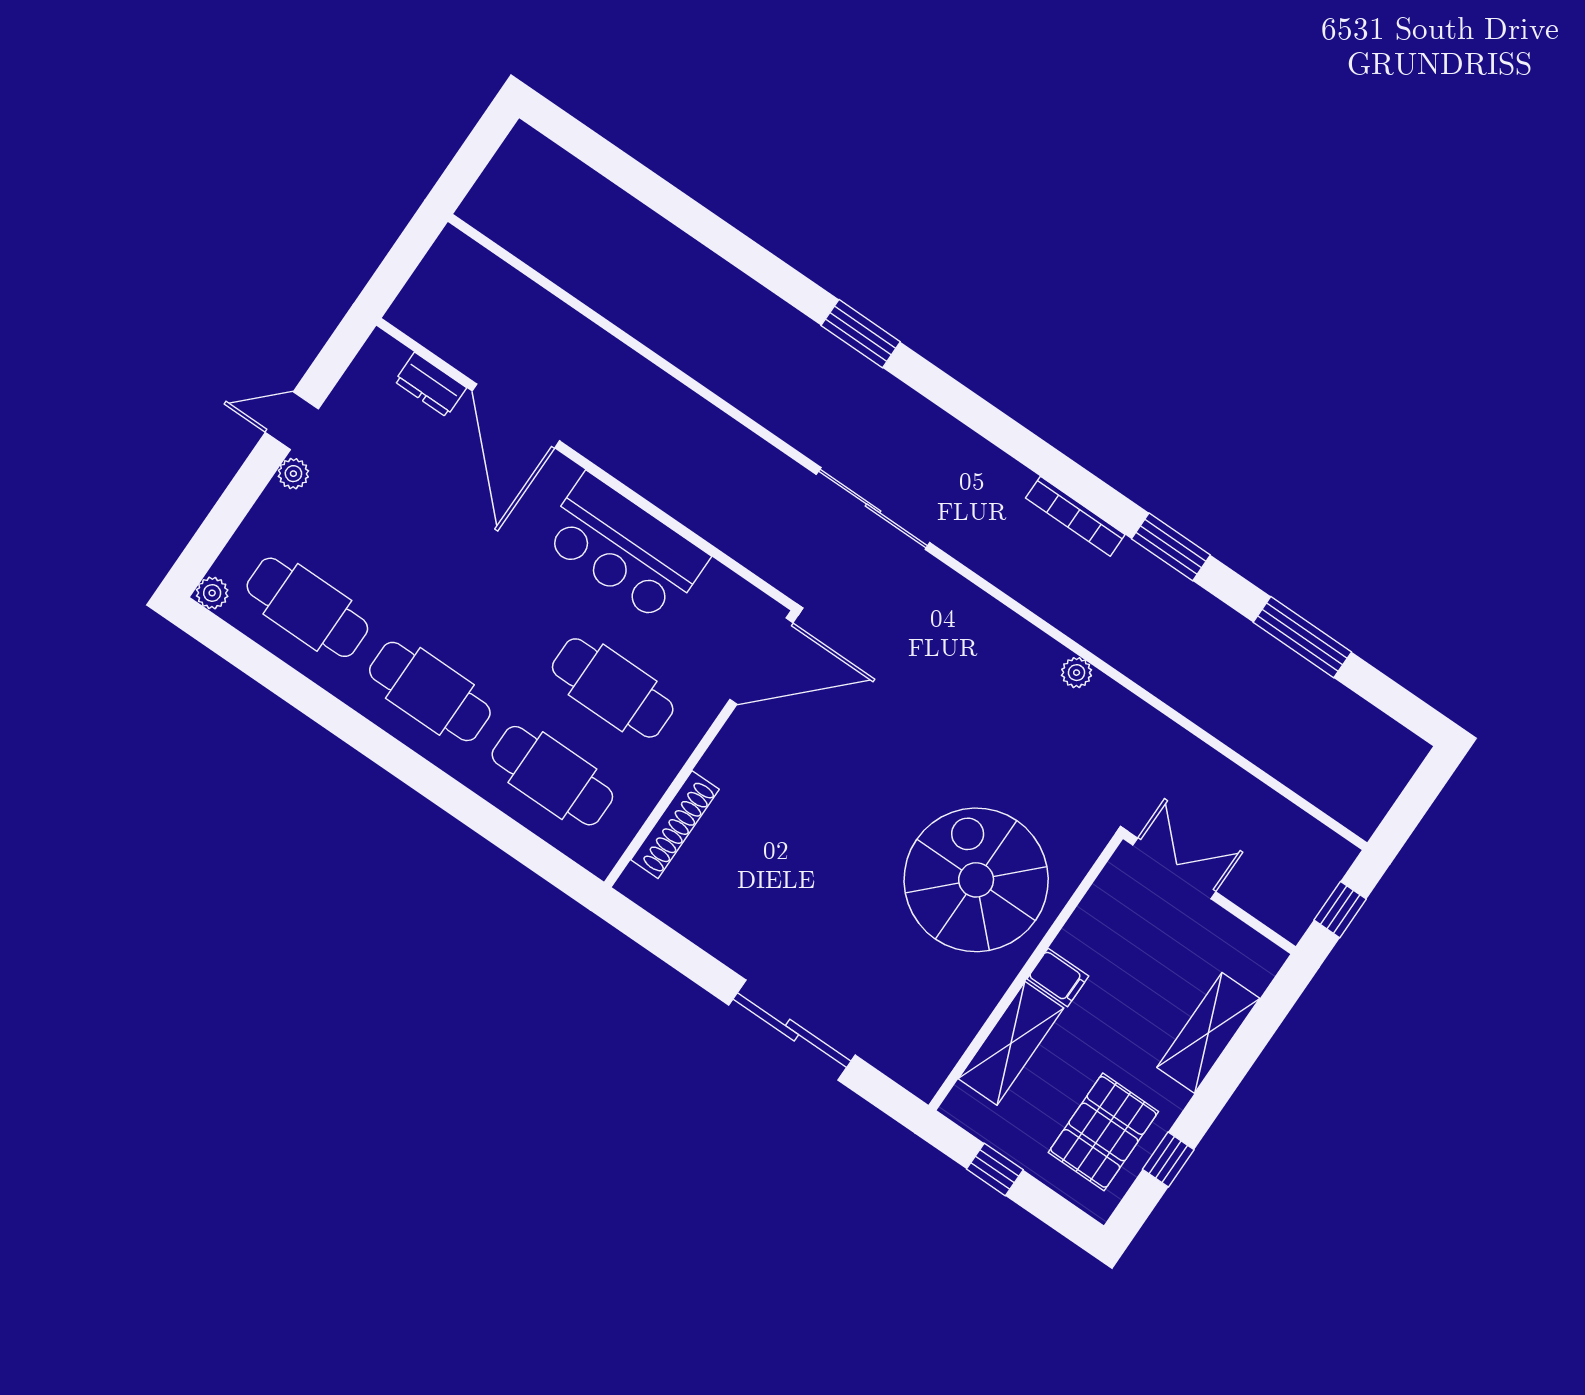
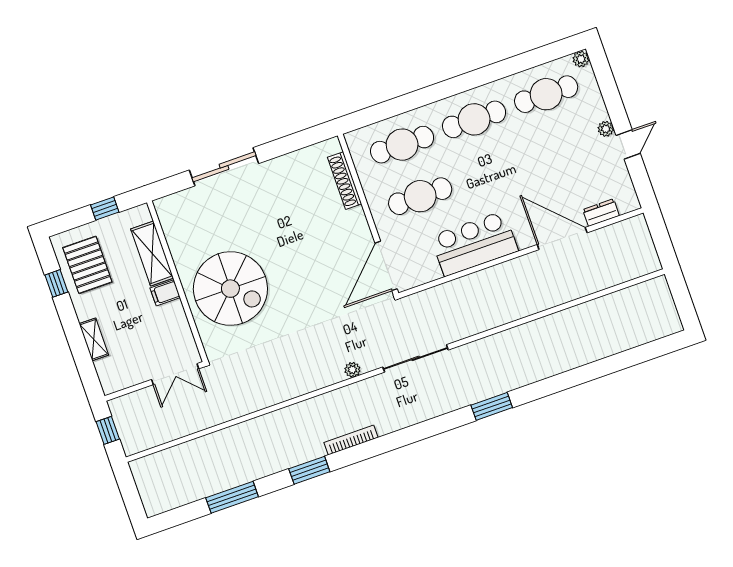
plant: (1077, 673) -> (352, 370), moved
shelving: (1208, 1033) -> (94, 339), width x0.67, depth x0.75

